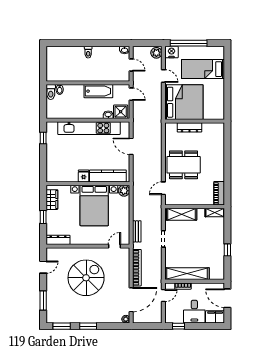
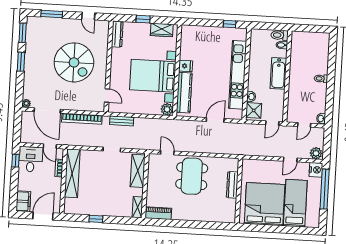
bathtub: (98, 91) -> (278, 73), moved
bed: (184, 102) -> (265, 204), moved, turned 180
desk: (194, 312) -> (31, 159), moved, turned 90

